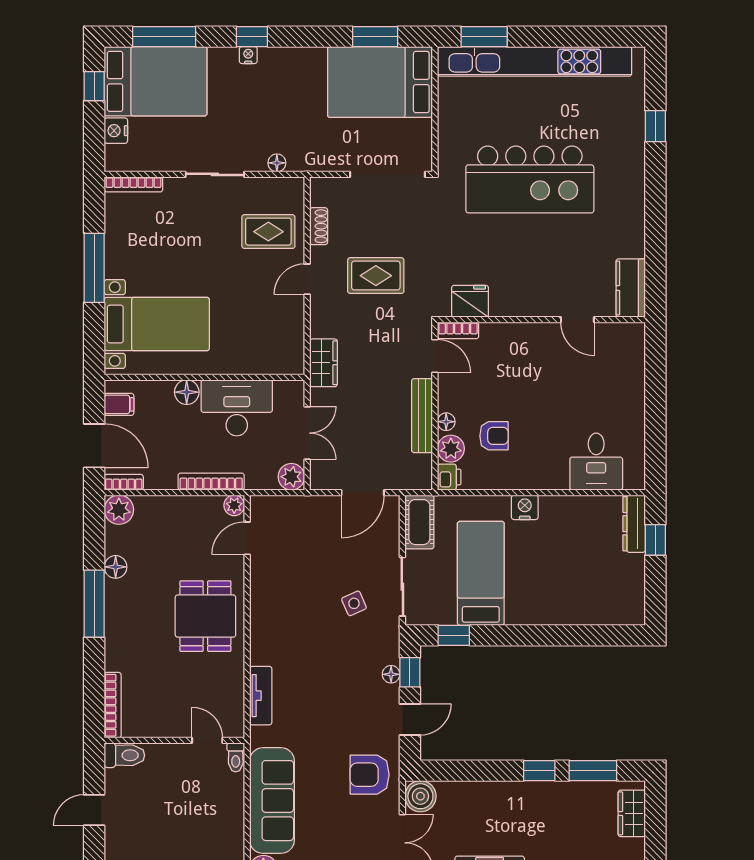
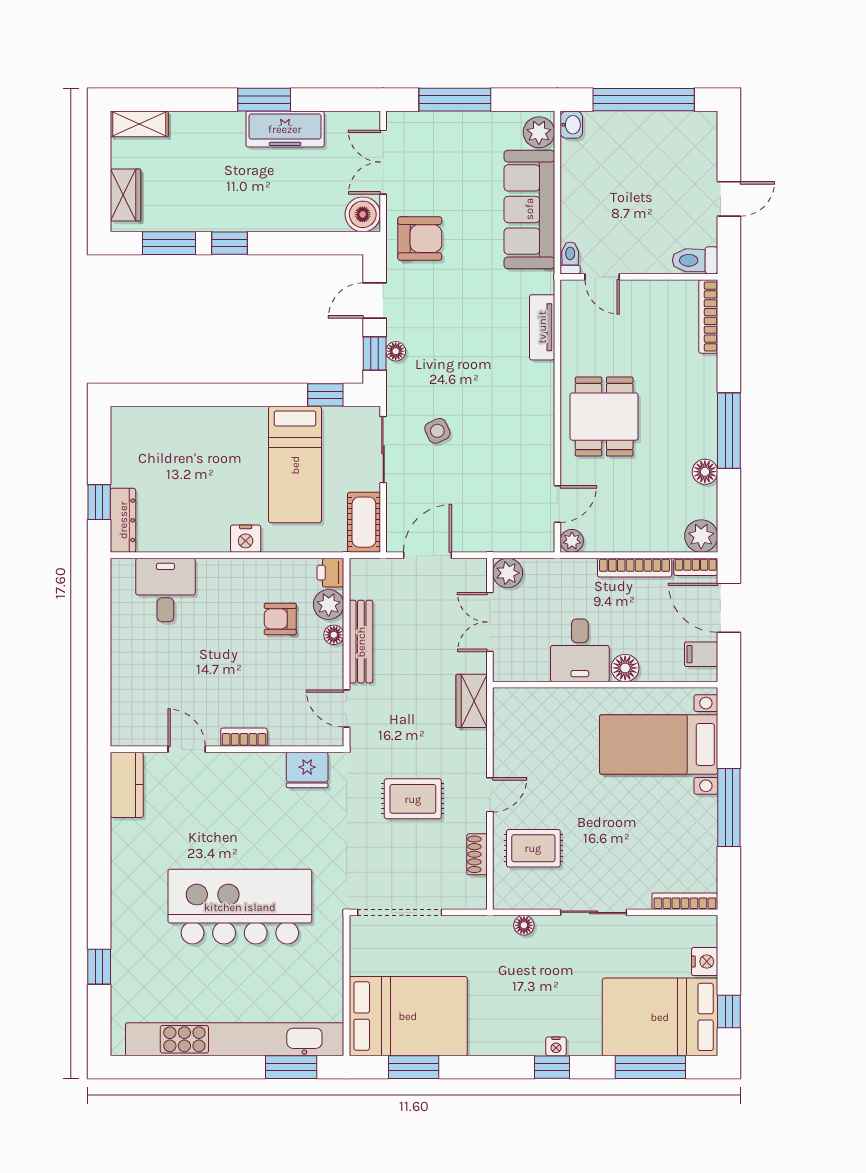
bookcase: (458, 330) -> (244, 737), moved
desk: (237, 408) -> (580, 650), width x0.73
bookcase: (211, 482) -> (635, 568), moved

